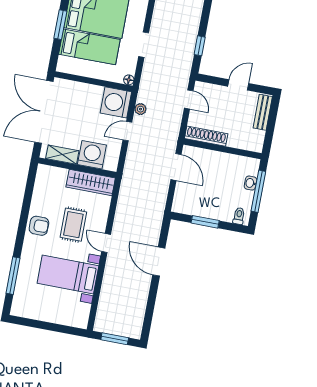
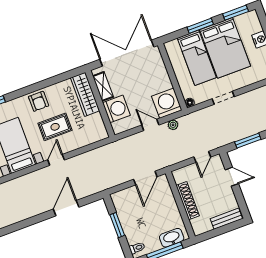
window: (200, 46) -> (248, 141), width x1.50
door: (238, 85) -> (232, 177), moved
shoe rack: (206, 136) -> (188, 201), moved
wardrobe: (91, 182) -> (85, 94), moved
washbasin: (250, 183) -> (172, 238), width x1.91, depth x1.45

